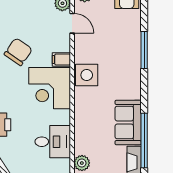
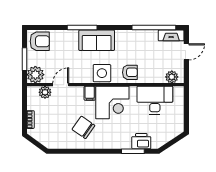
armchair: (88, 110) -> (130, 72), added
sofa: (128, 122) -> (97, 40), moved
desk: (53, 142) -> (155, 100), width x1.37

